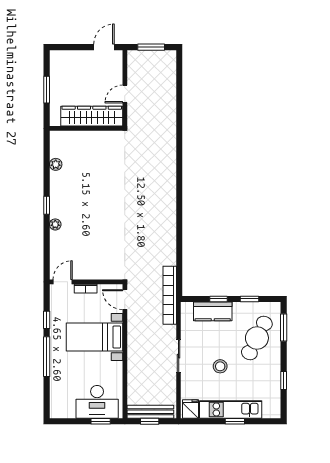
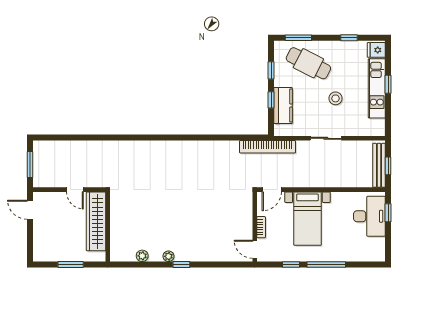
plant: (55, 224) -> (168, 256), moved
fridge: (190, 409) -> (376, 50), moved

